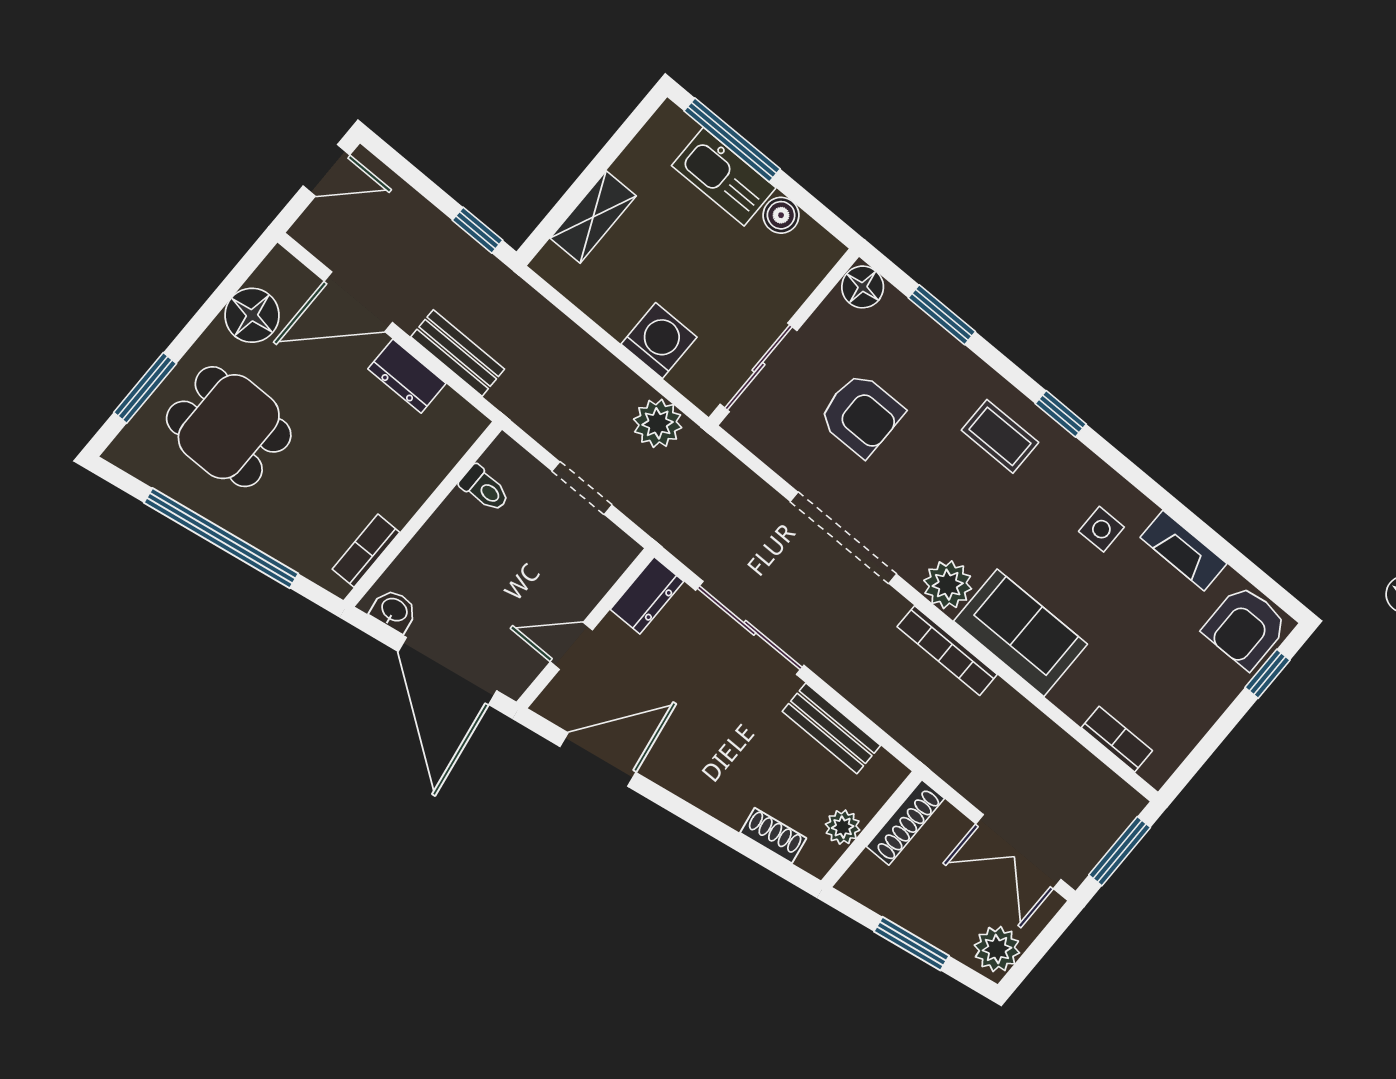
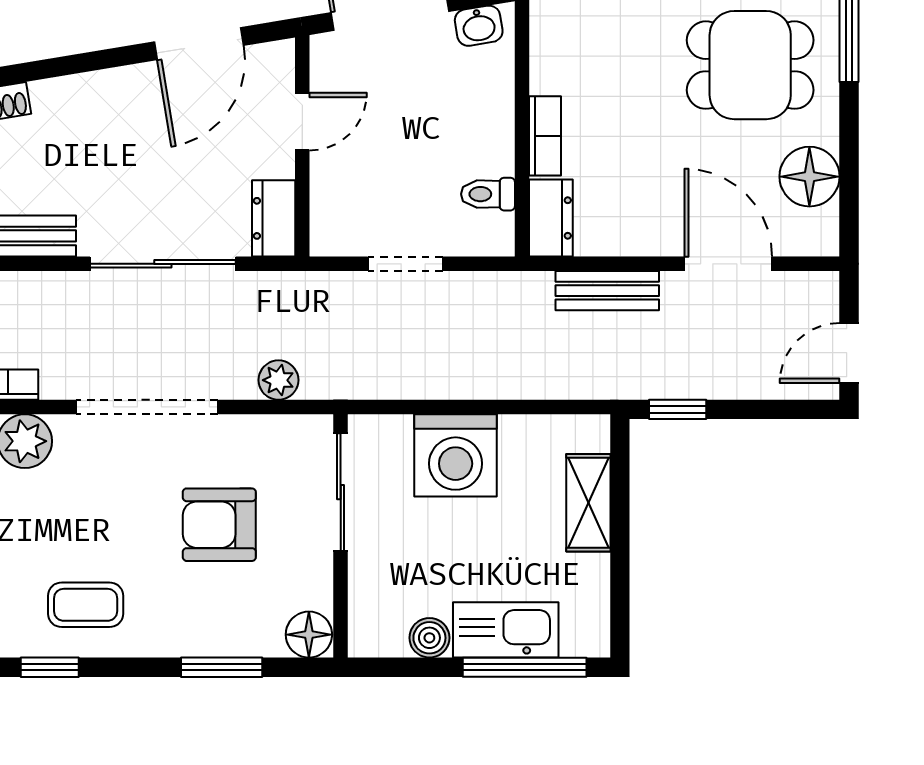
door: (358, 302) -> (728, 264), hinge flipped
washing machine: (659, 341) -> (456, 455), width x1.37, depth x1.37
dresser: (407, 376) -> (551, 218), moved, turned 90
plant: (658, 423) -> (278, 380), moved, width x0.73, depth x0.73
bookcase: (366, 551) -> (545, 136), moved

